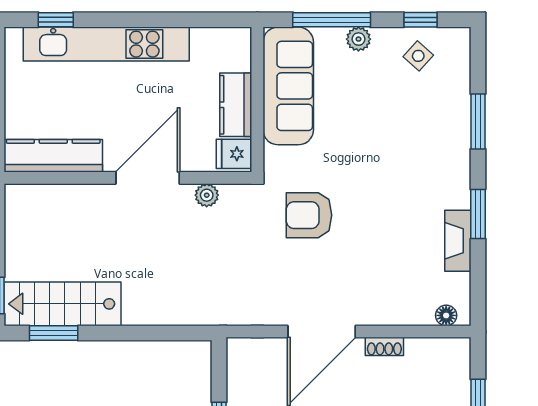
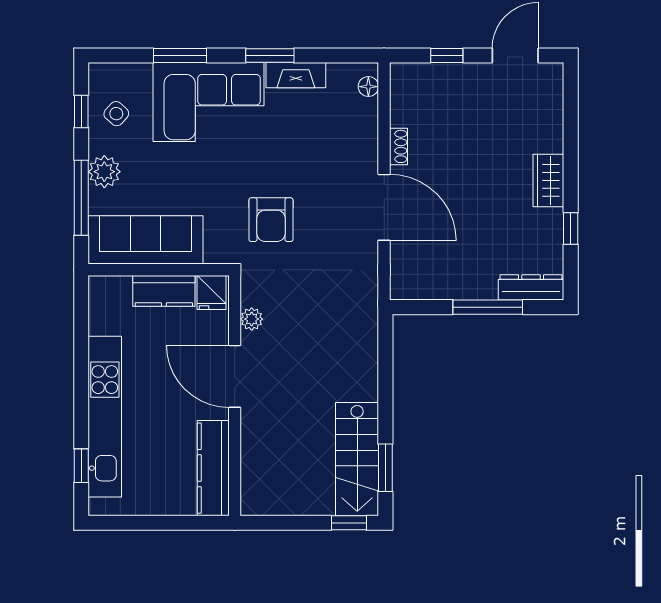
plant: (358, 39) -> (104, 172), width x1.38, depth x1.38
corner sofa: (430, 151) -> (209, 102), added

